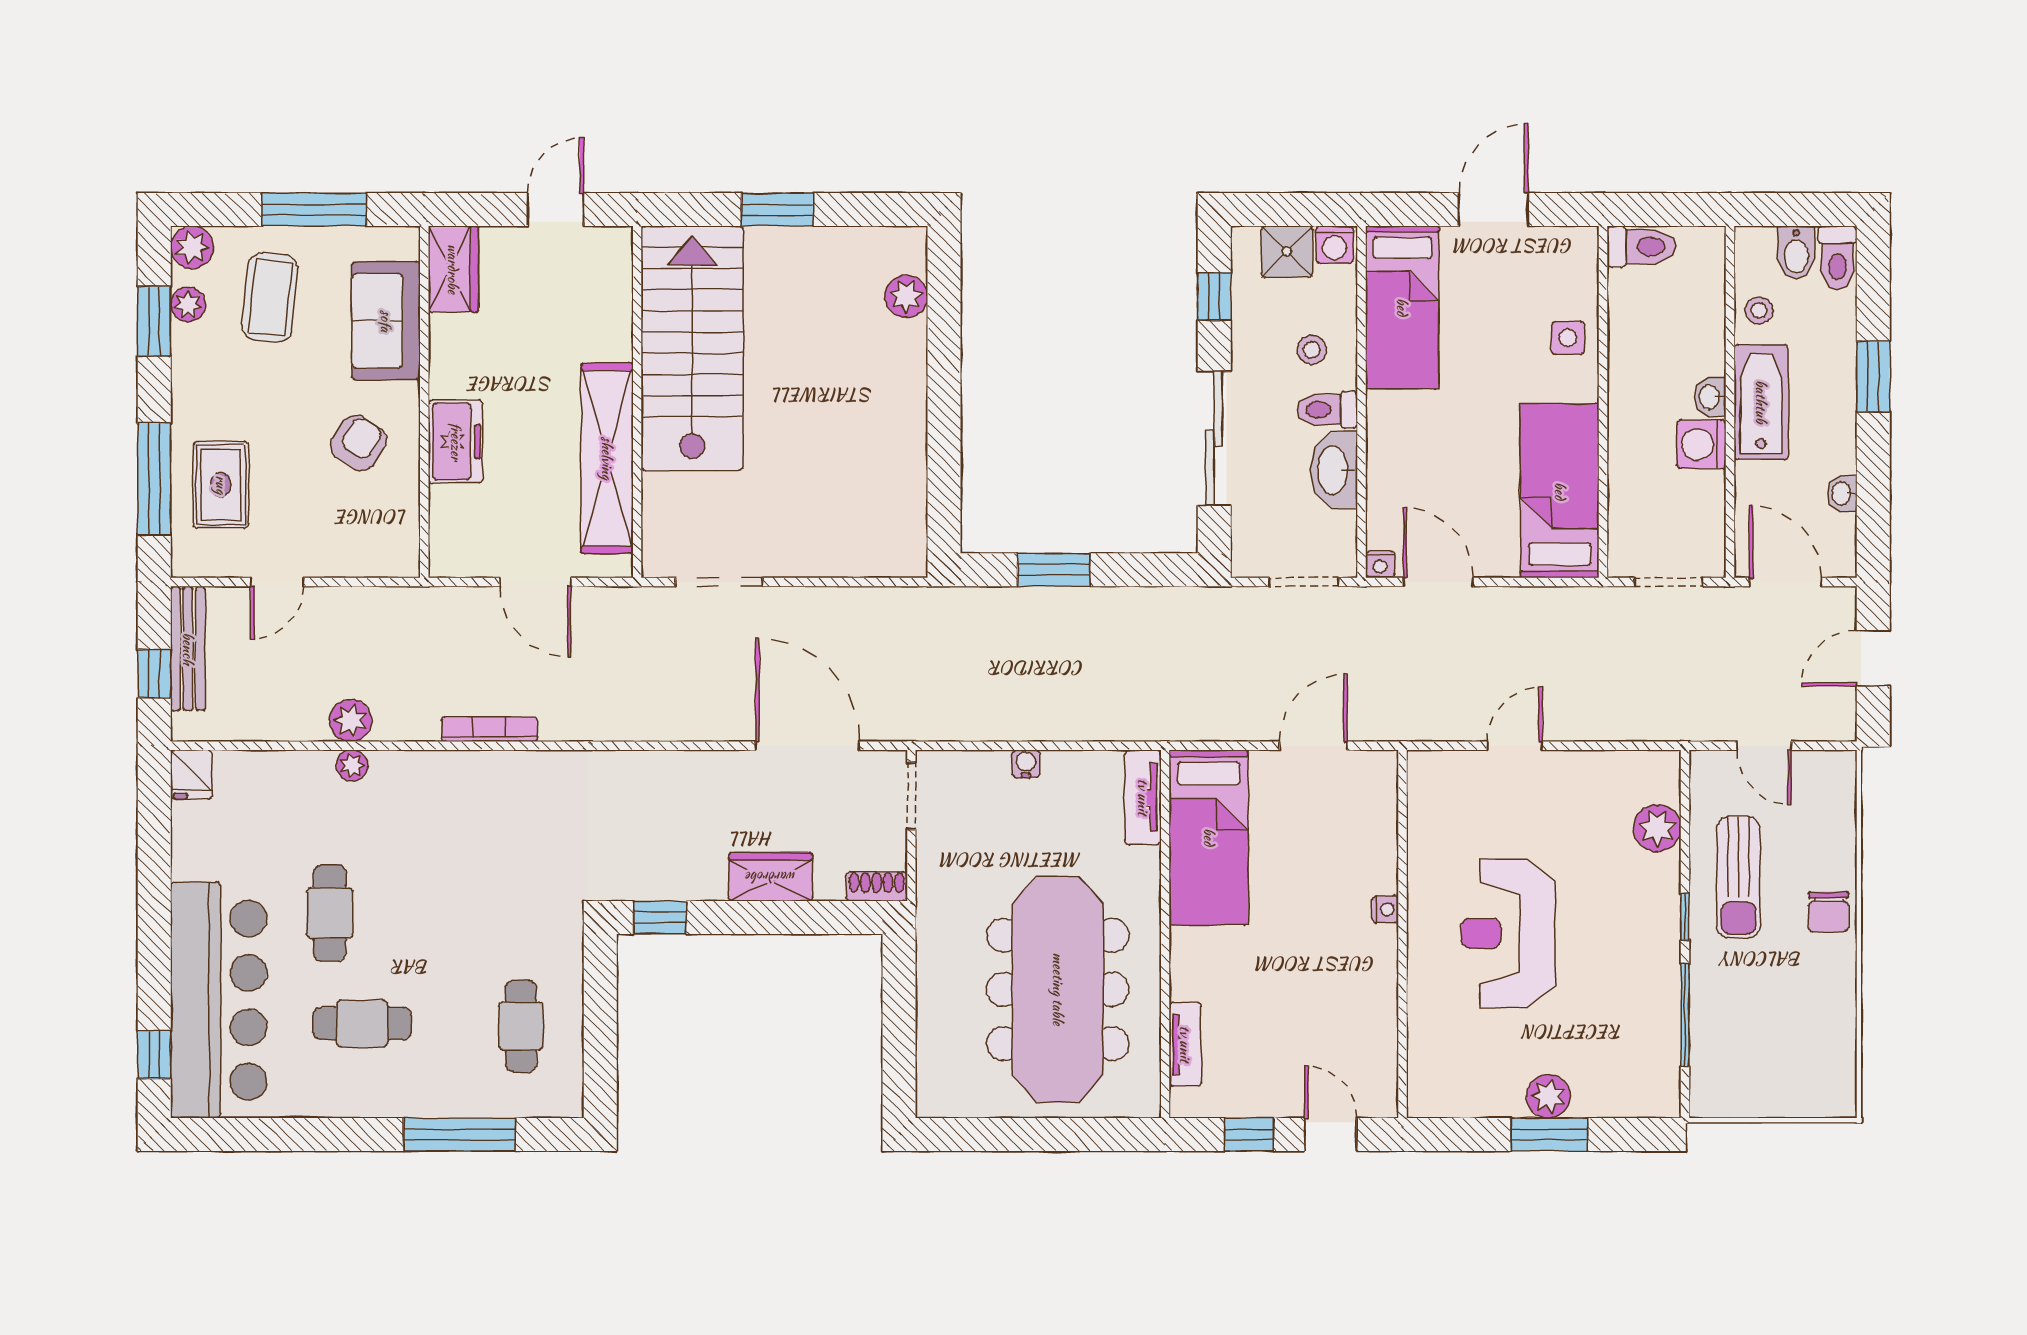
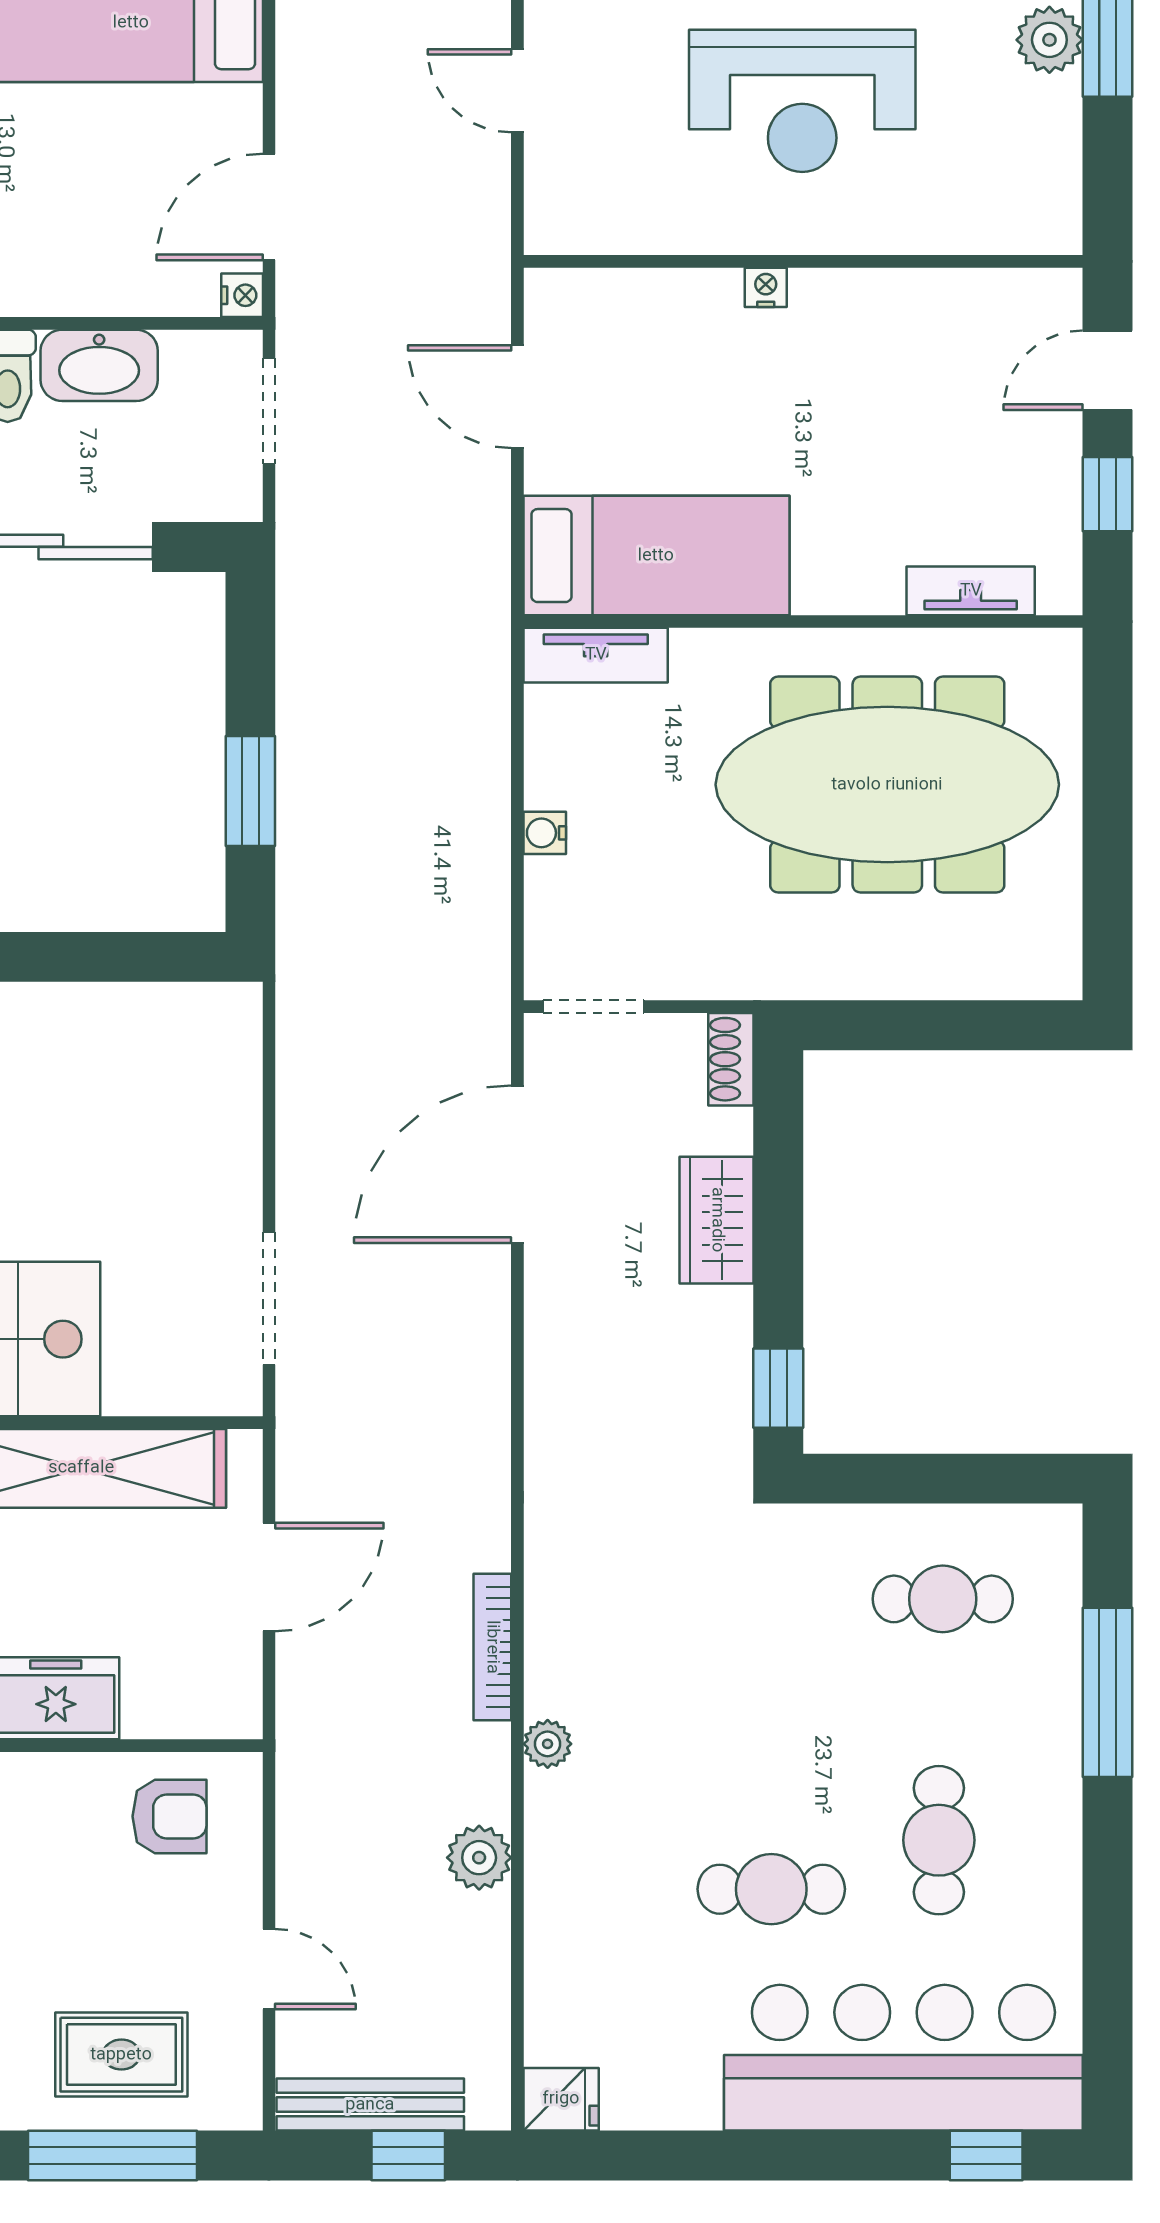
armchair: (359, 443) -> (170, 1816), moved, turned 147
plant: (352, 766) -> (548, 1744), moved

